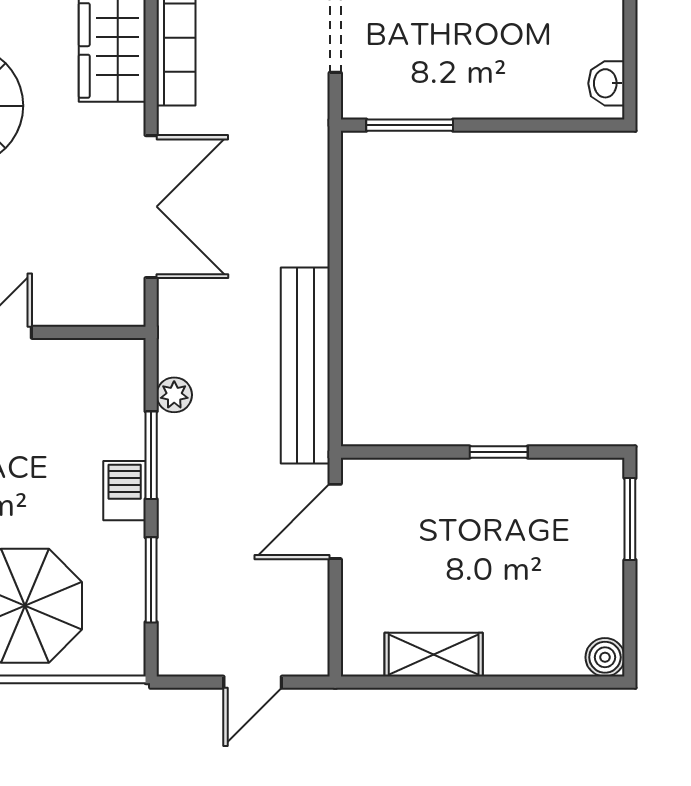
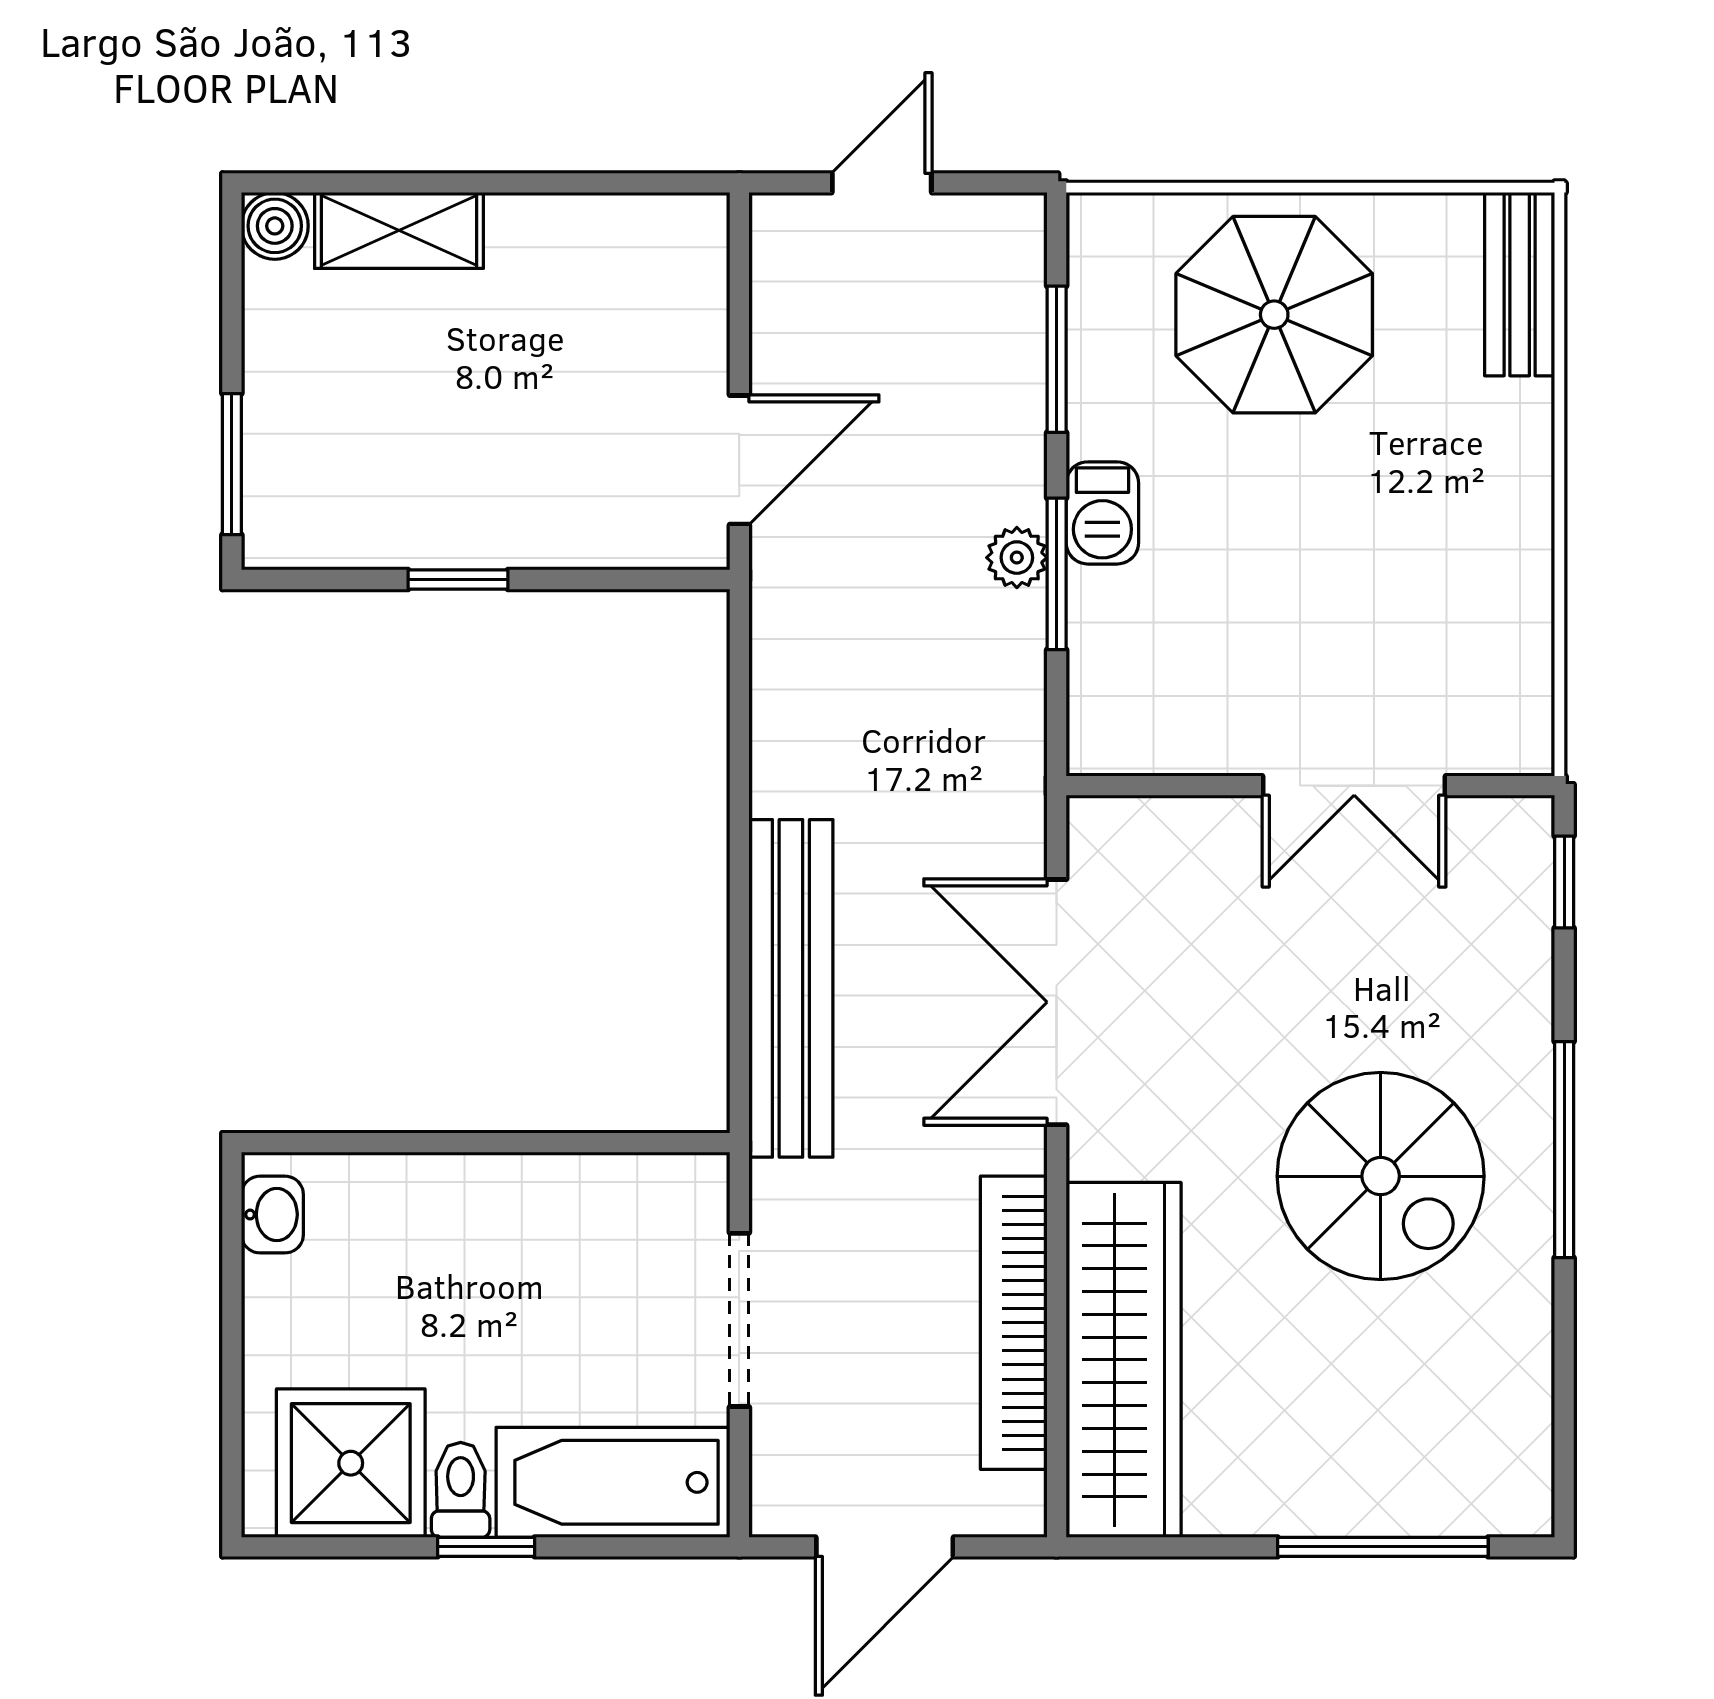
window: (410, 125) -> (611, 1143), removed
bench: (305, 366) -> (791, 988), moved
plant: (174, 395) -> (1017, 558), moved
shelving: (434, 655) -> (399, 230), moved

